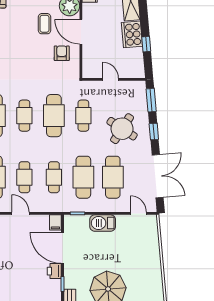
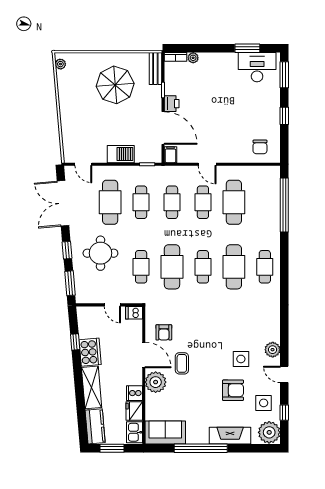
dishwasher: (90, 72) -> (134, 313), added
round table: (122, 129) -> (100, 253), turned -33
cafe table: (83, 177) -> (141, 202), width x0.73, depth x0.74

